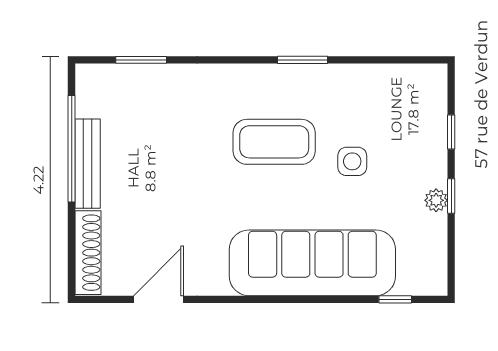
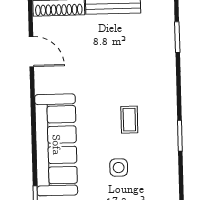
coffee table: (274, 142) -> (129, 120), width x0.54, depth x0.58

